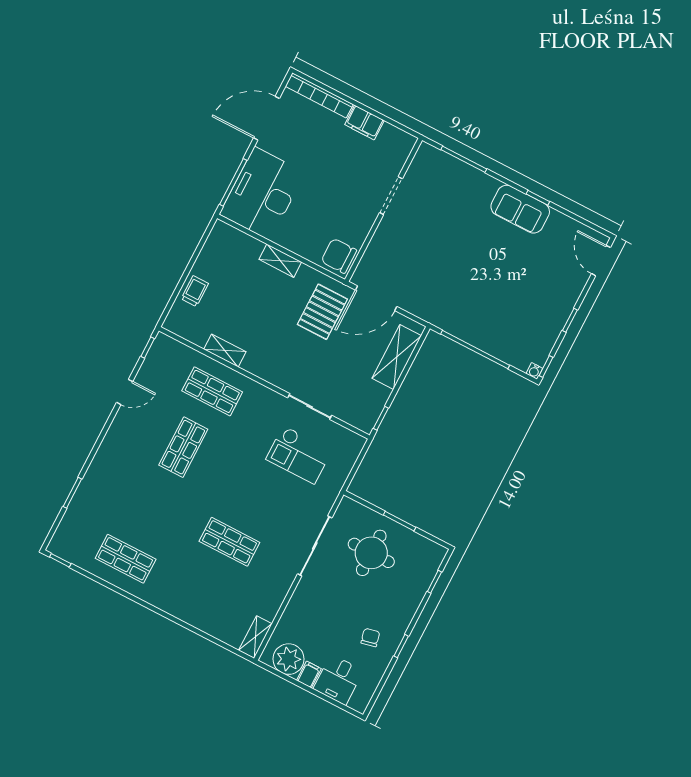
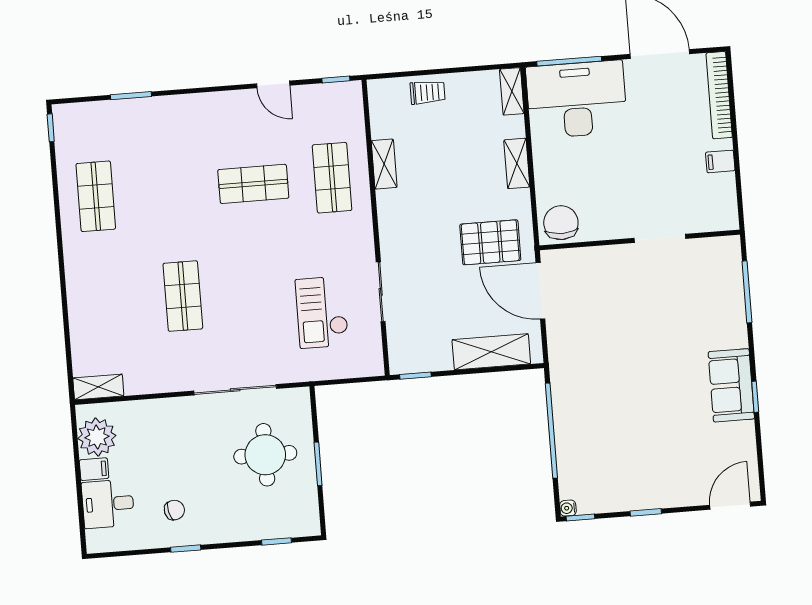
filing cabinet: (364, 123) -> (720, 161), width x0.50
shelving: (230, 234) -> (512, 91), added

